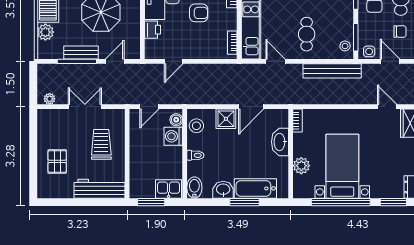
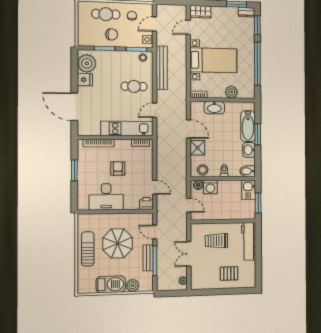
printer: (153, 30) -> (146, 203), moved
bed with nightstands: (342, 166) -> (213, 60), moved, turned 180

